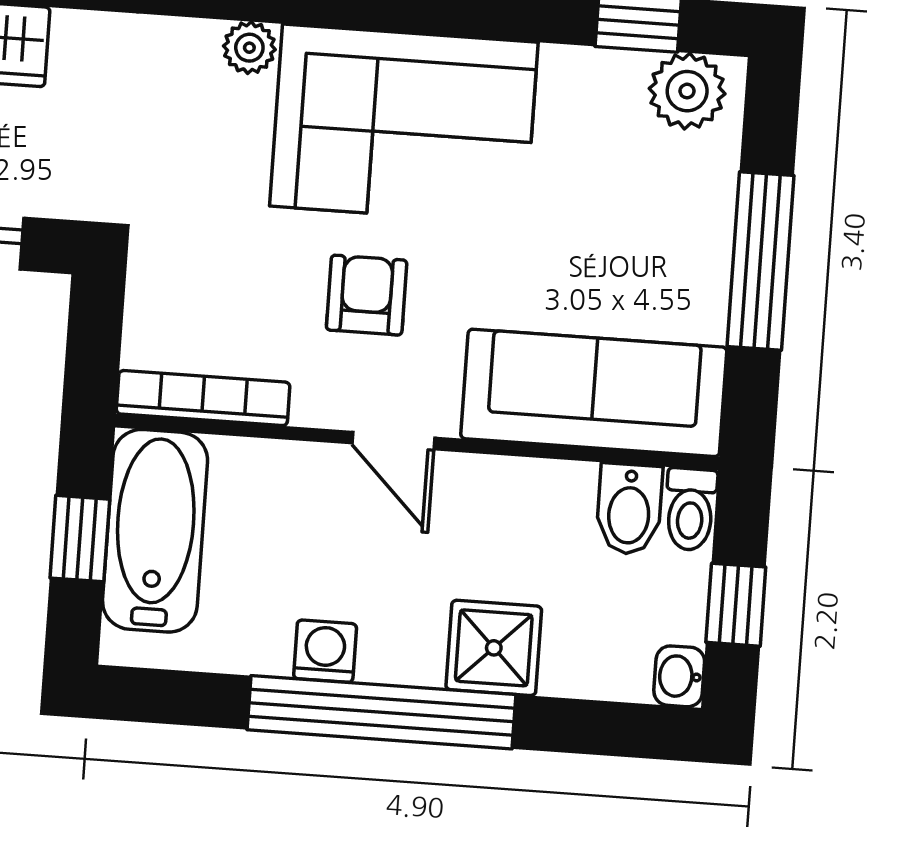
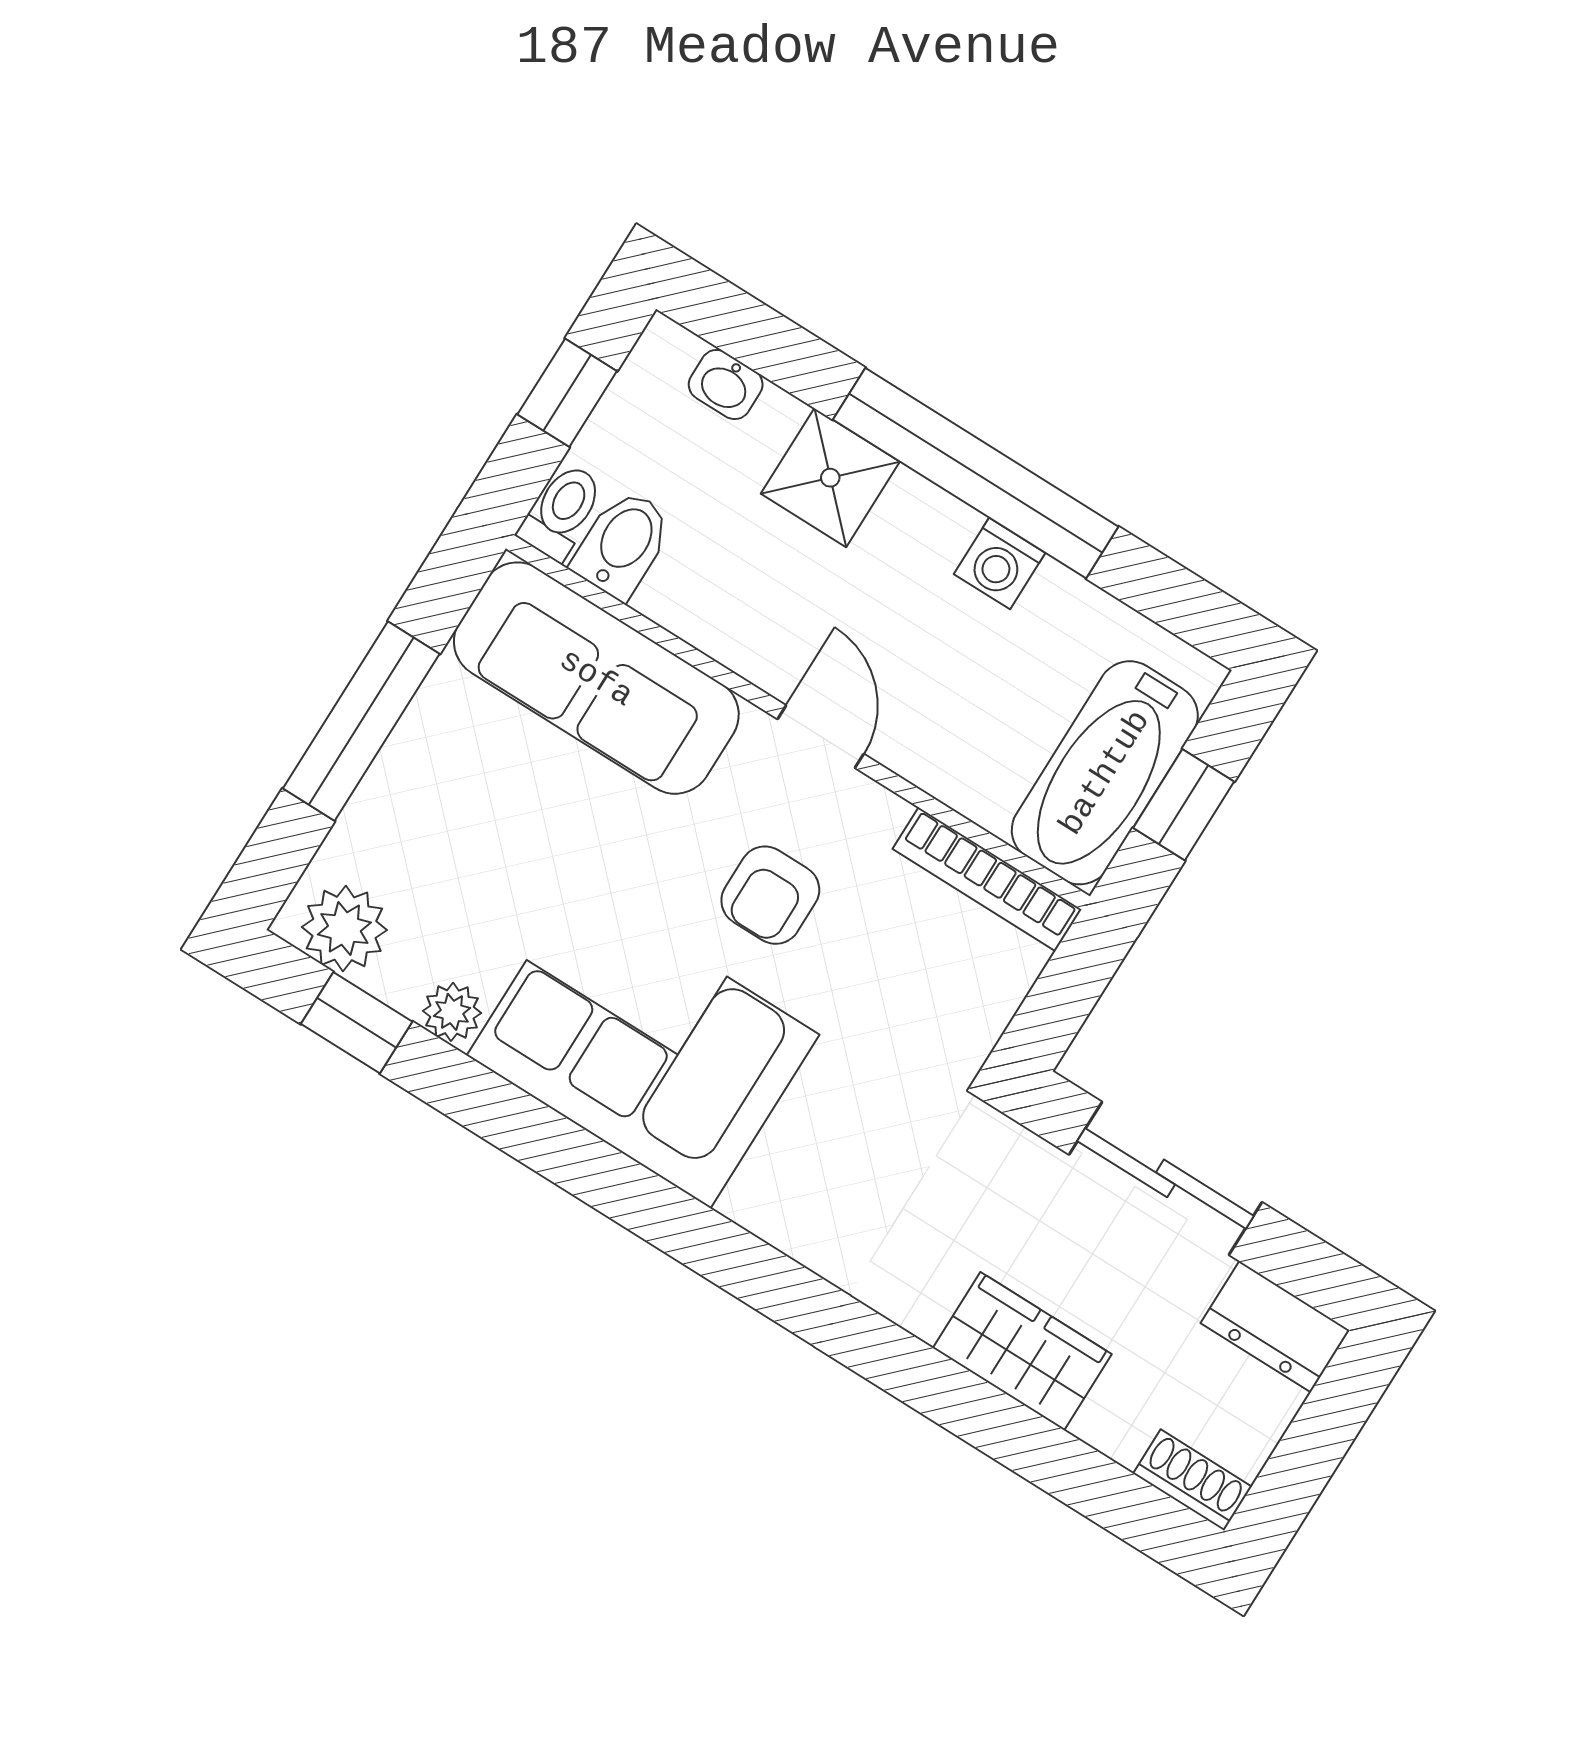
plant: (249, 48) -> (452, 1012), moved
washbasin: (679, 676) -> (726, 384), moved, turned 90

